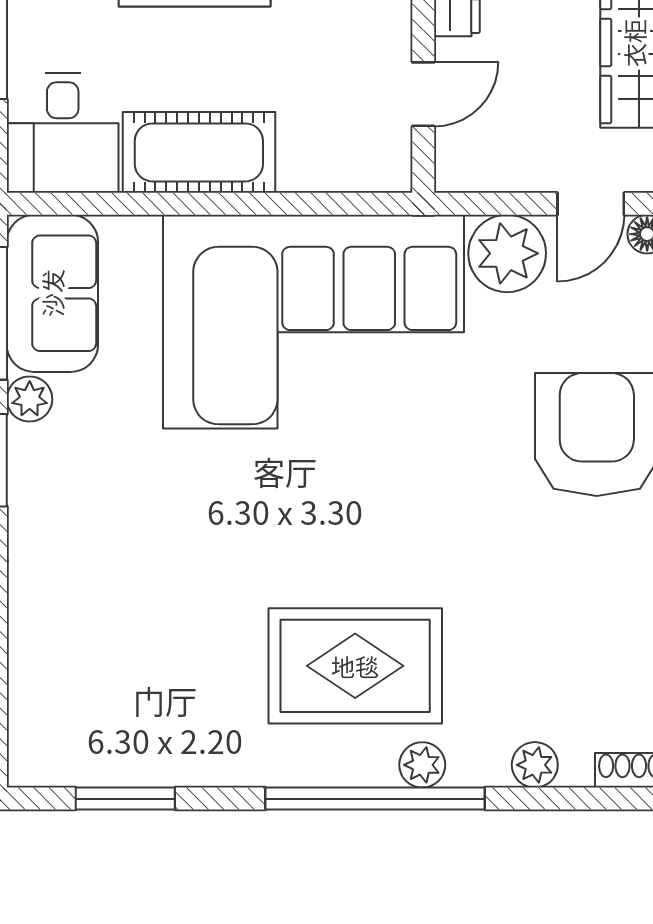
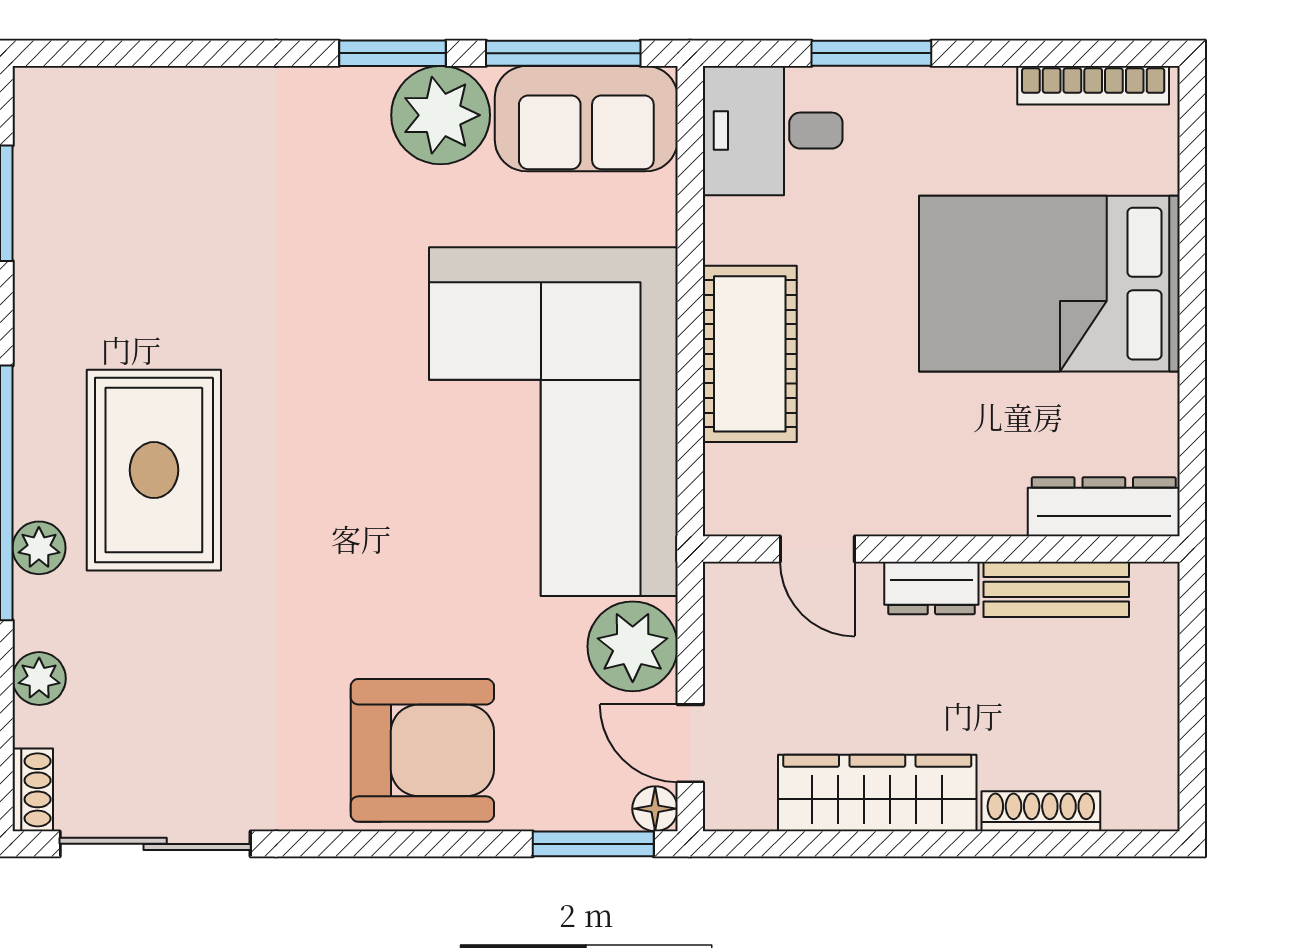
cot: (199, 152) -> (750, 354), moved
plant: (30, 399) -> (441, 115), width x1.87, depth x1.87

